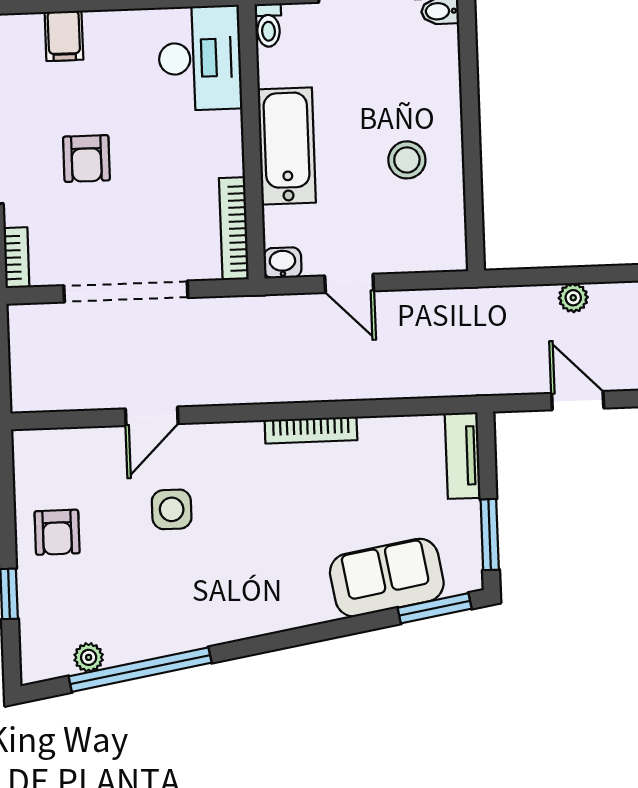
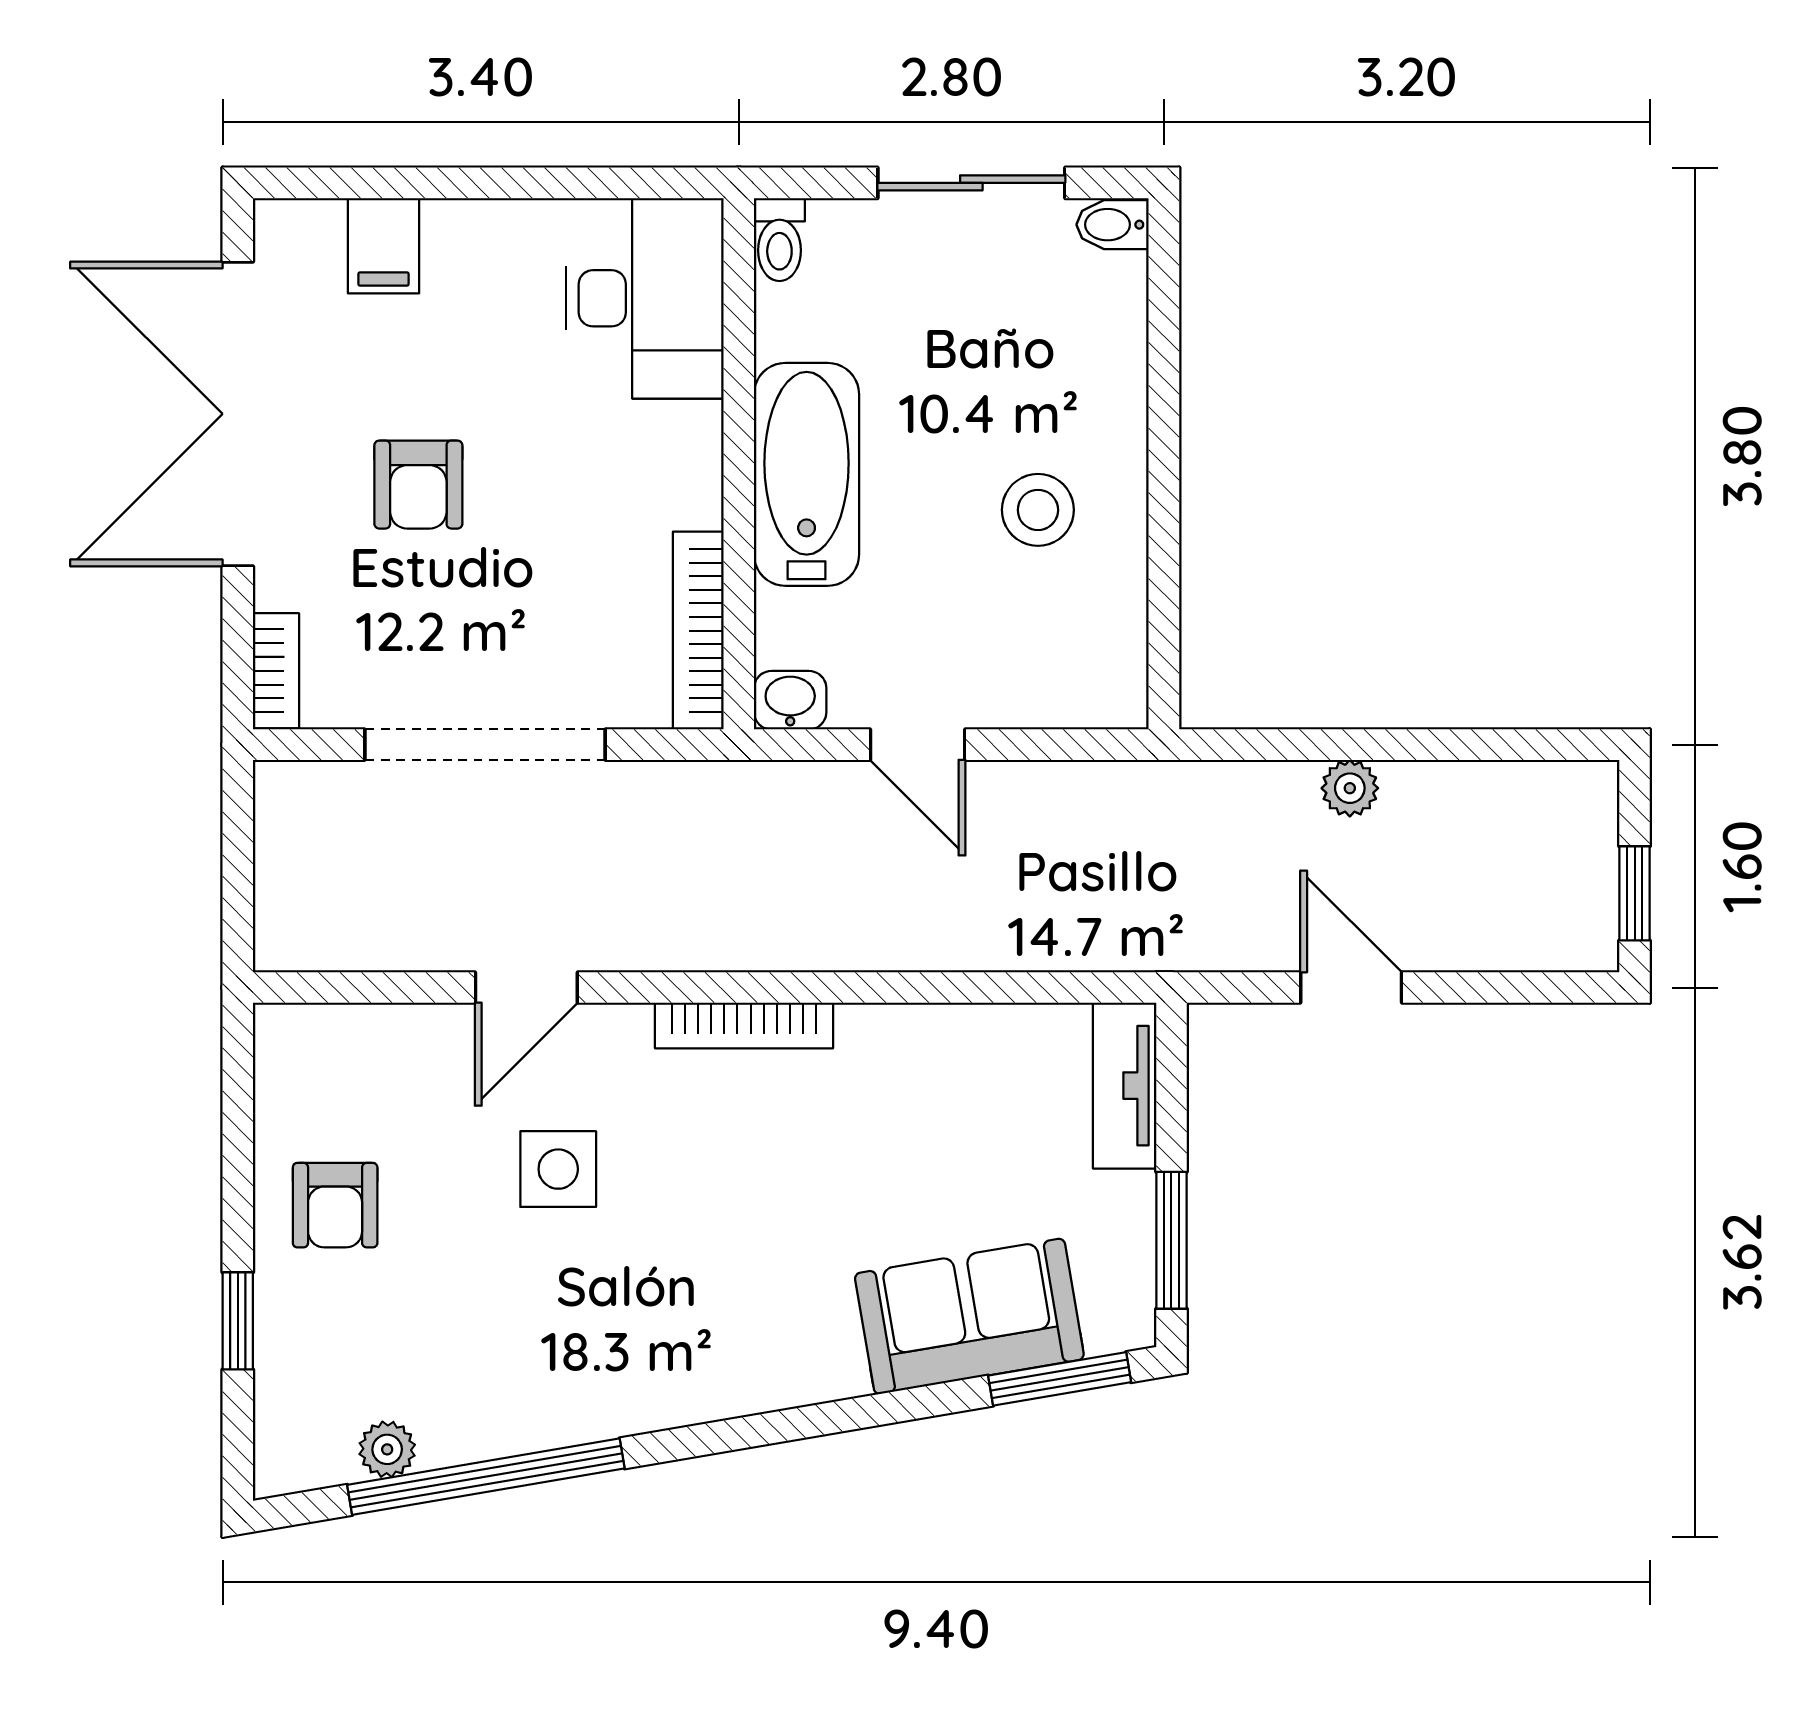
bookcase: (311, 430) -> (744, 1026), moved

